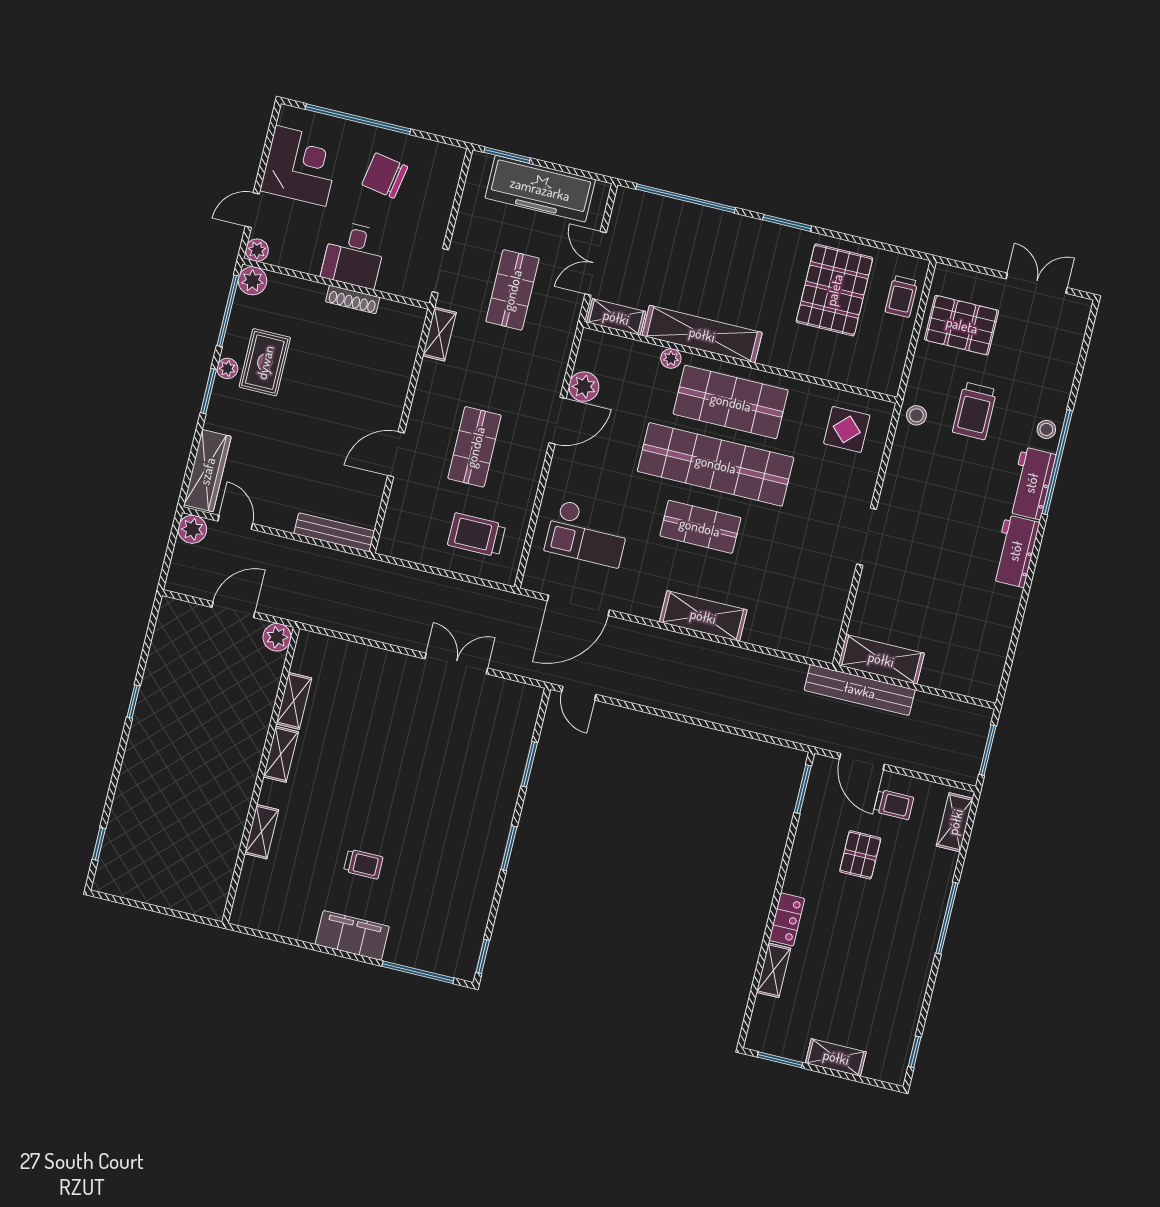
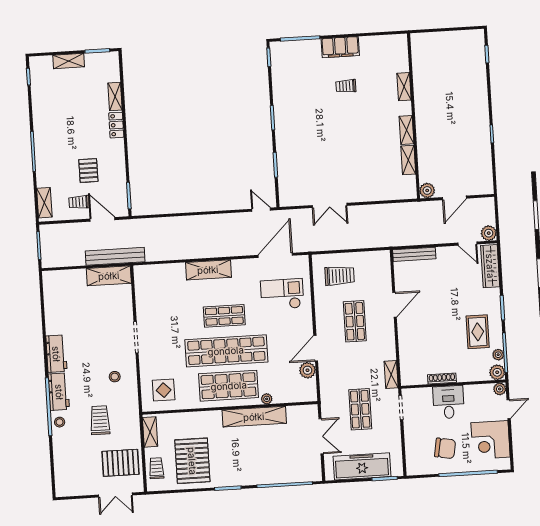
double door: (1037, 283) -> (115, 495), moved
shelving: (616, 317) -> (150, 432), moved, turned 90
plant: (227, 368) -> (498, 355), moved
stool: (916, 415) -> (115, 377), moved

